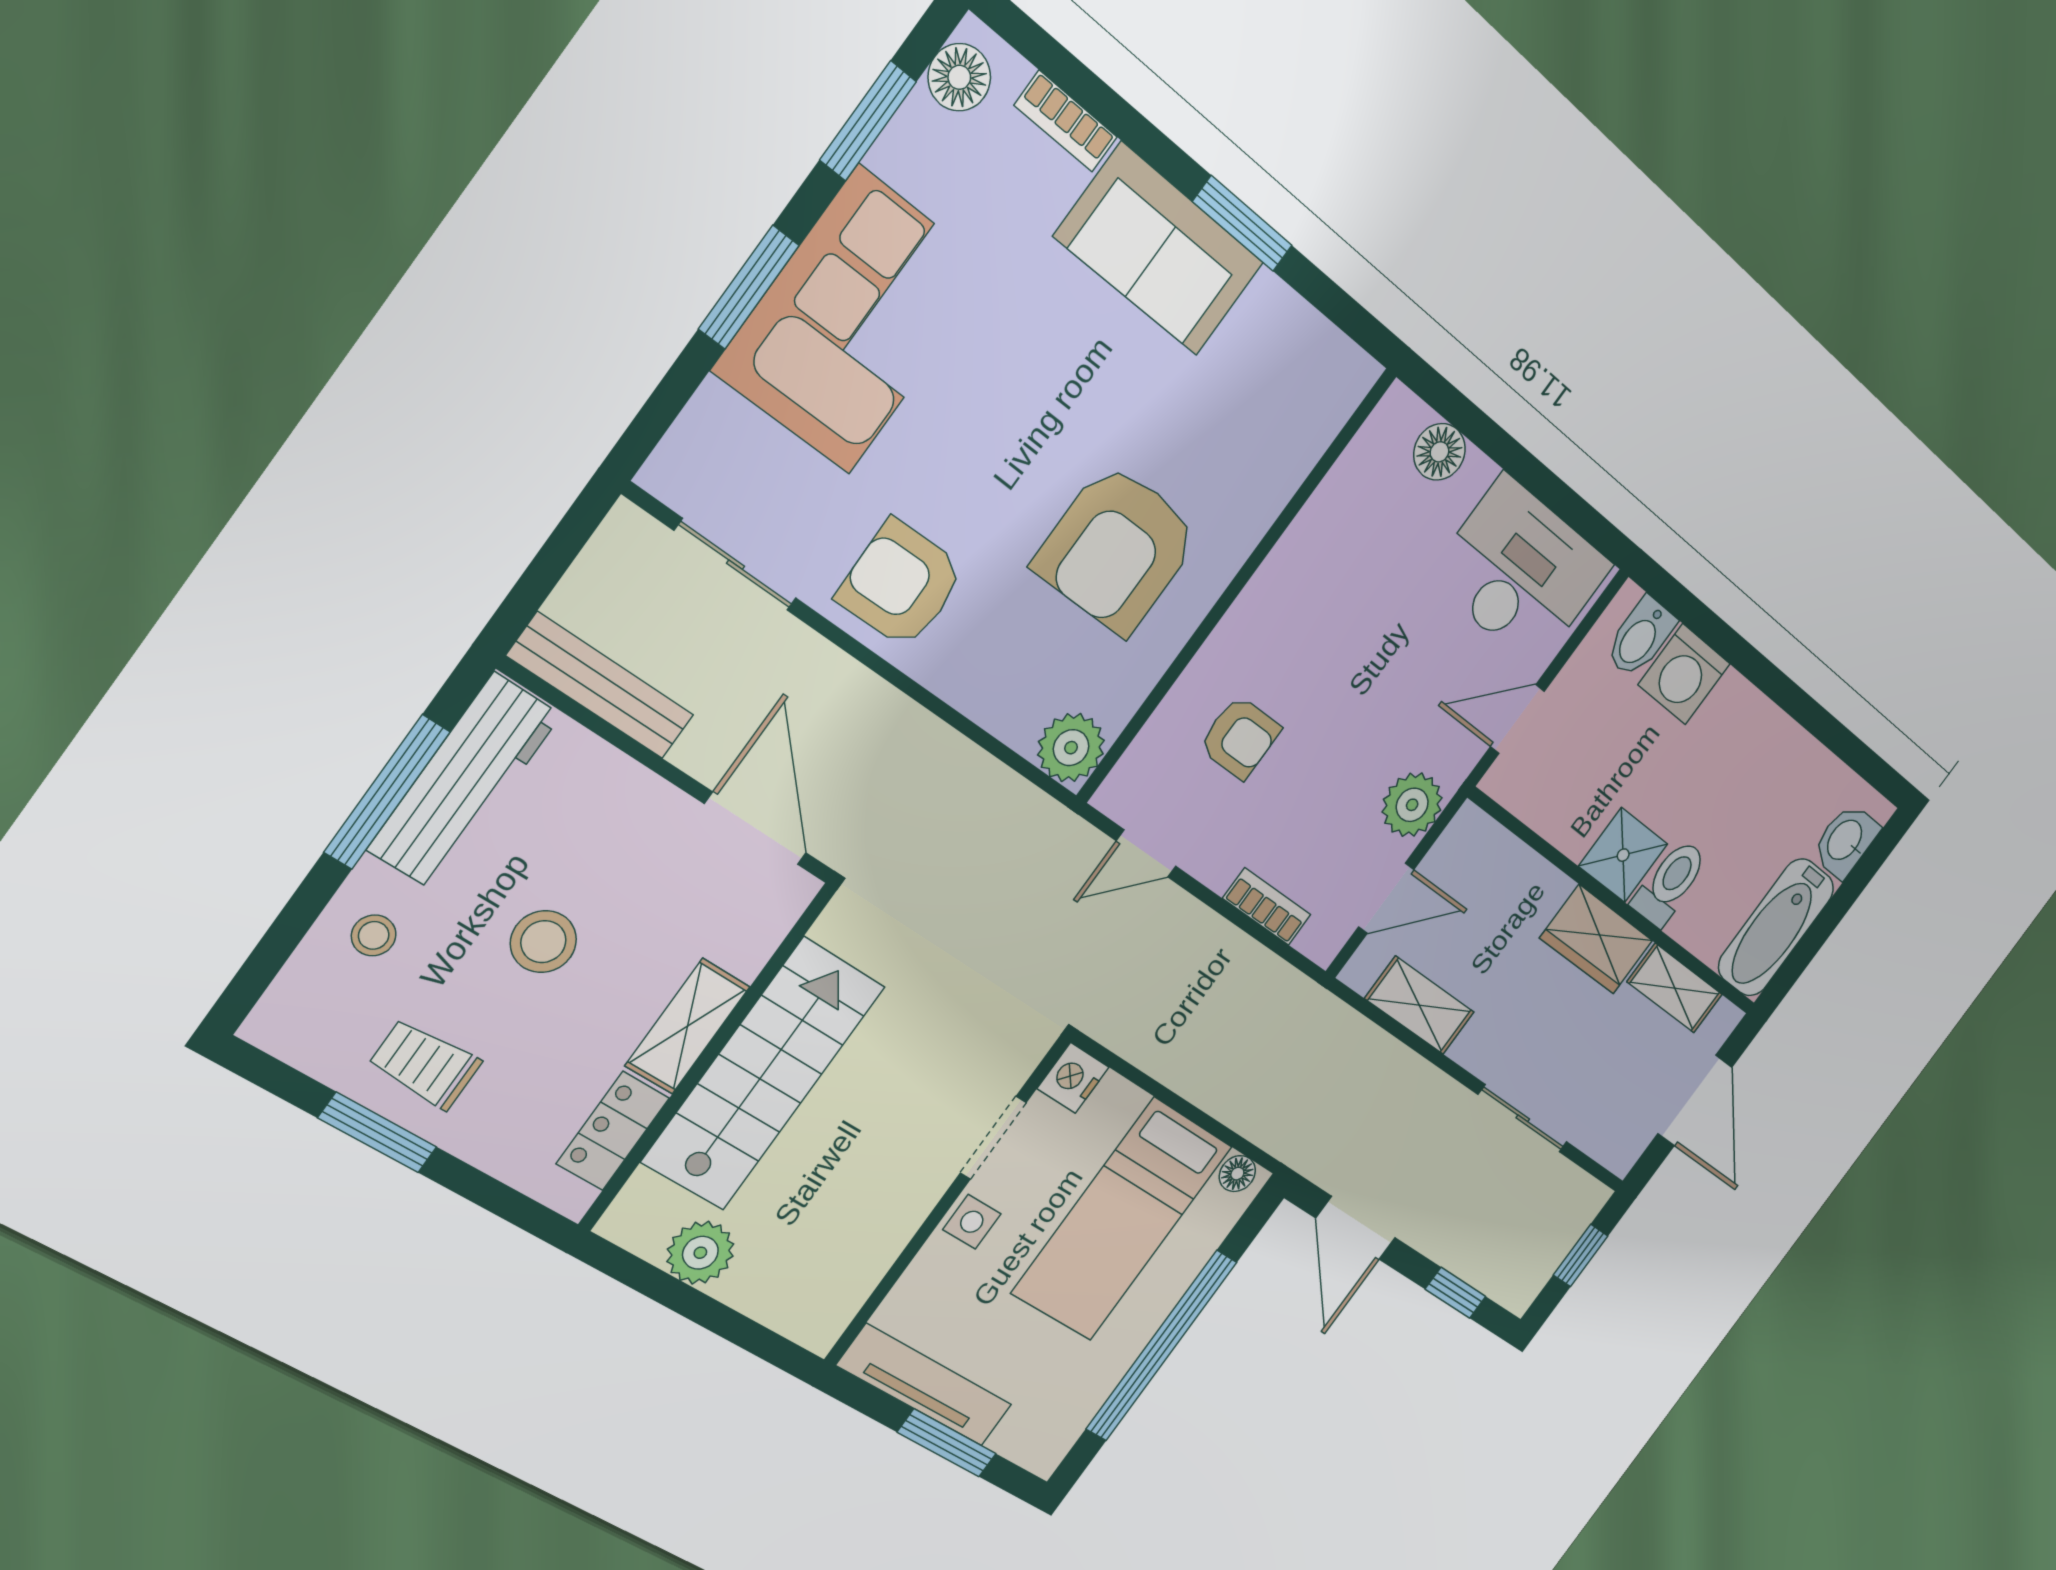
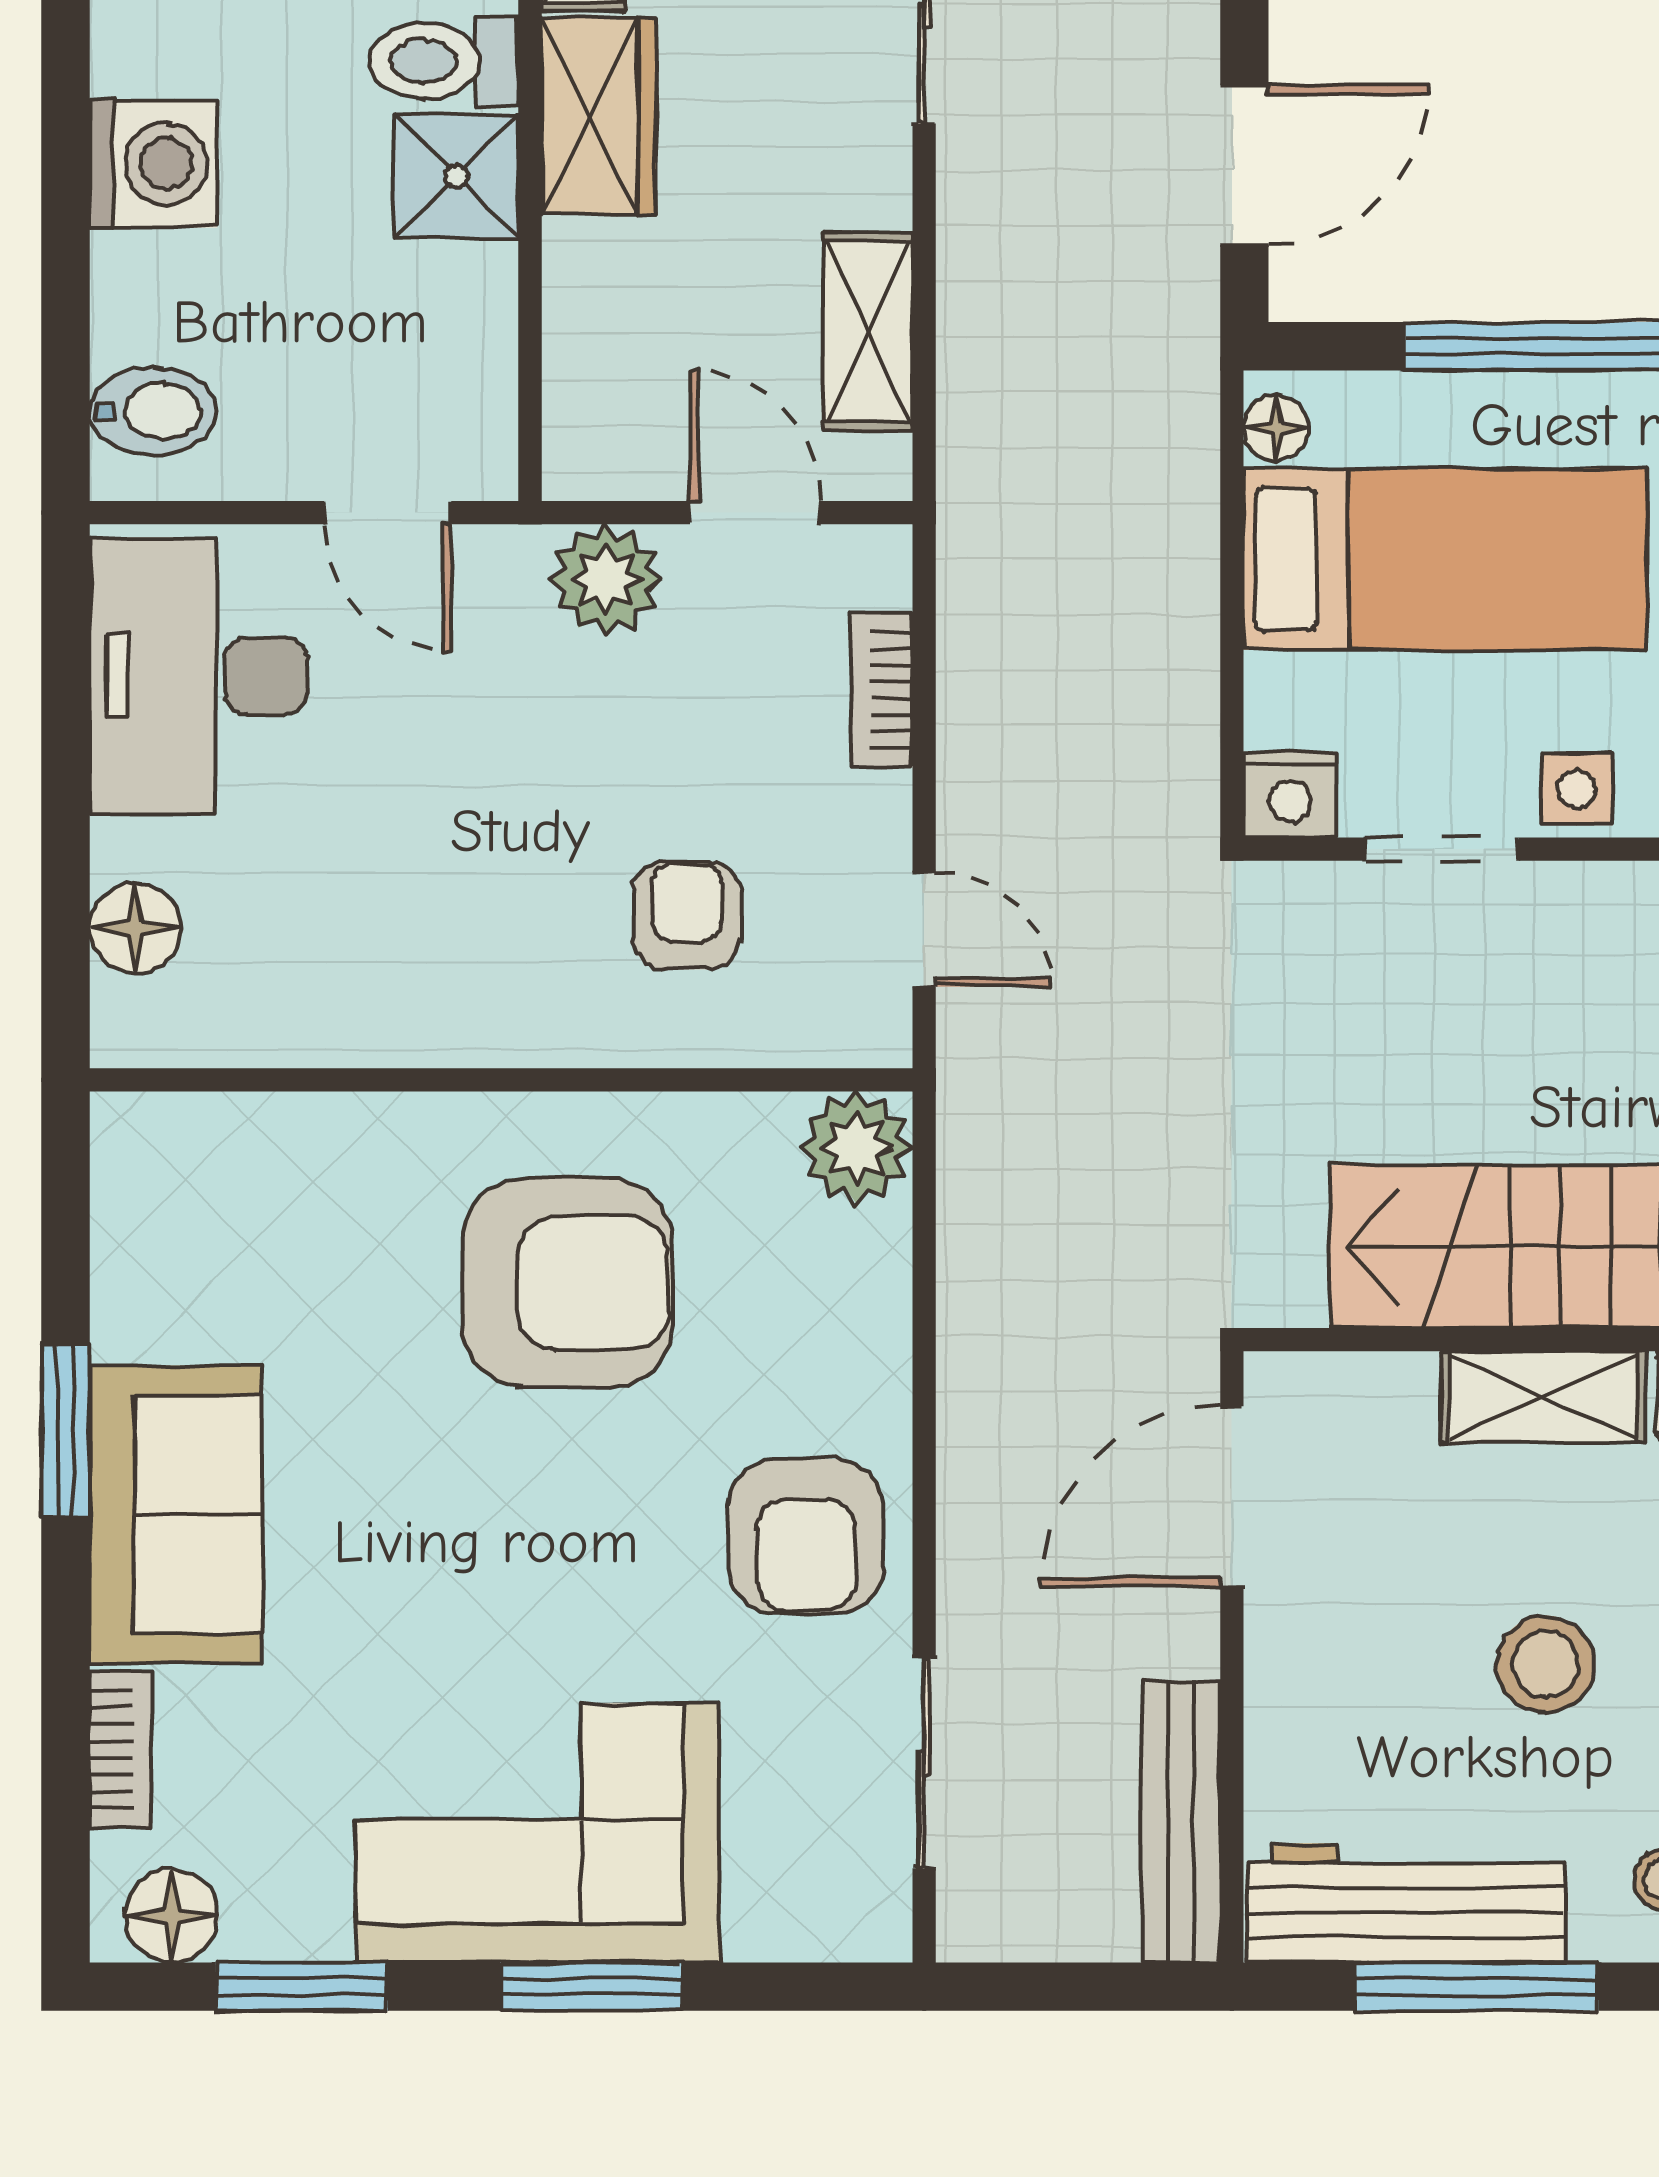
washing machine: (1684, 674) -> (153, 164), moved

